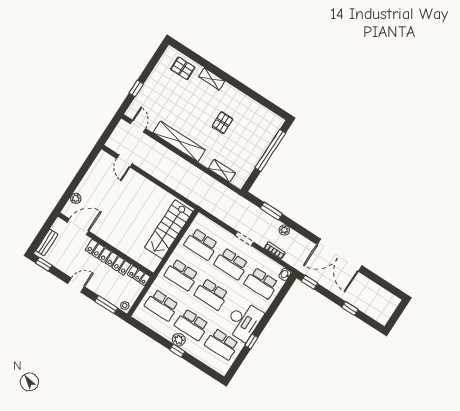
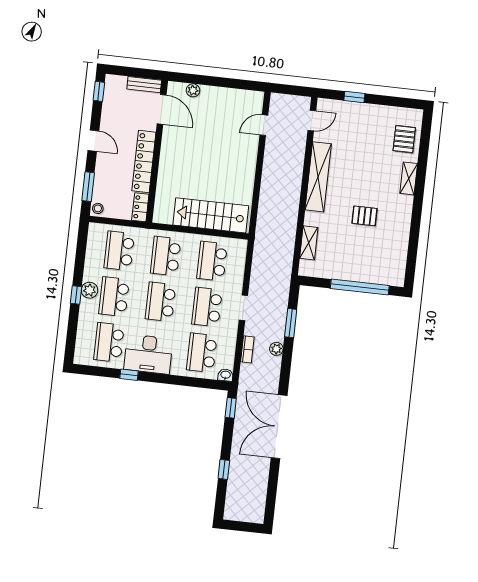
bench: (47, 243) -> (144, 85), moved

